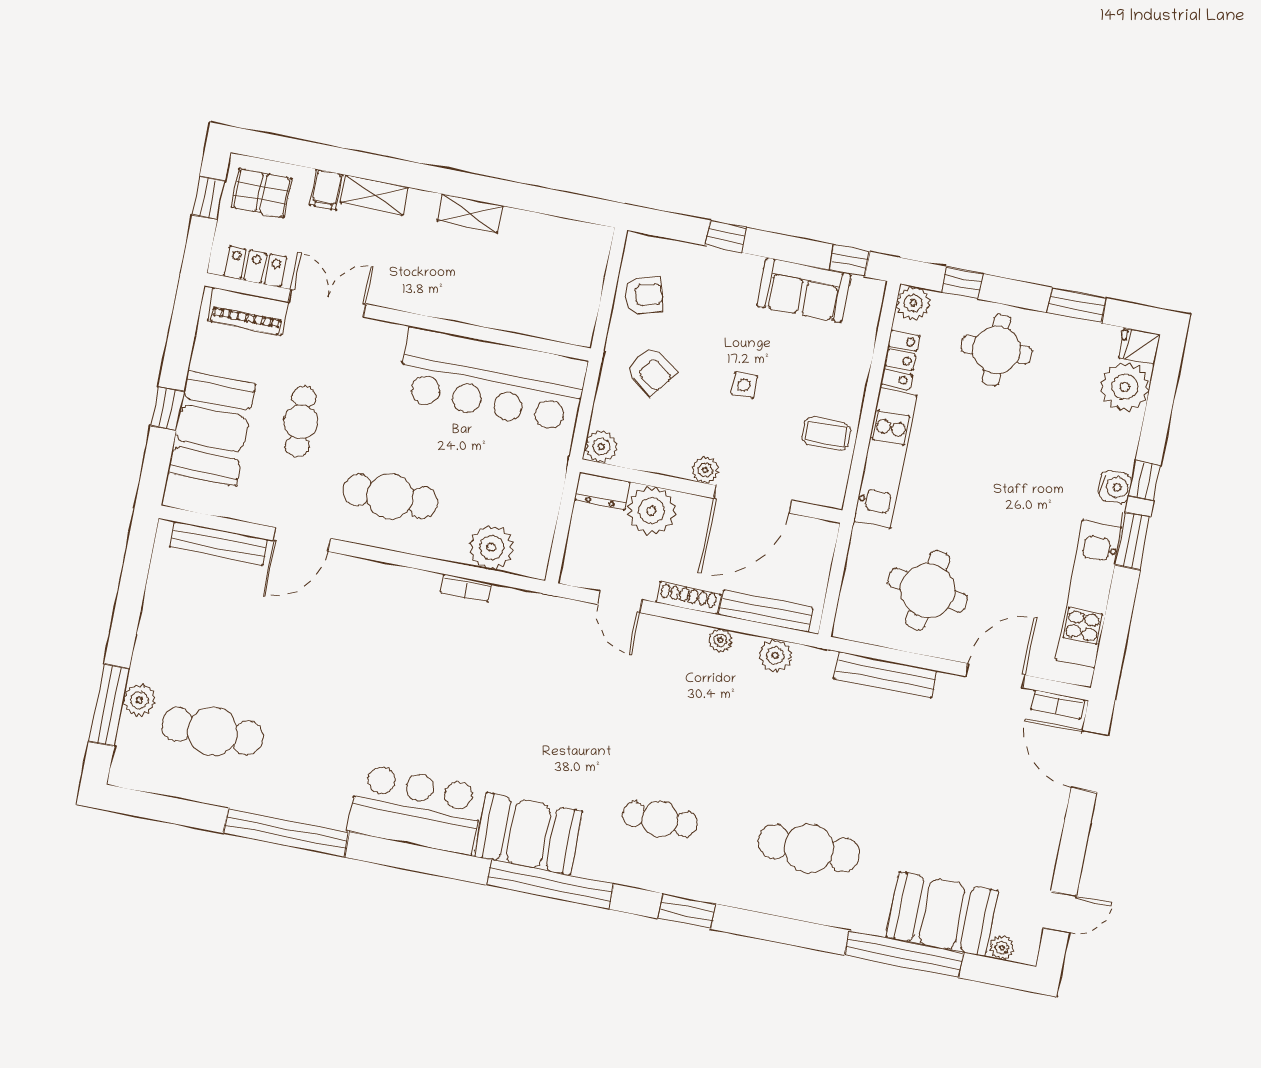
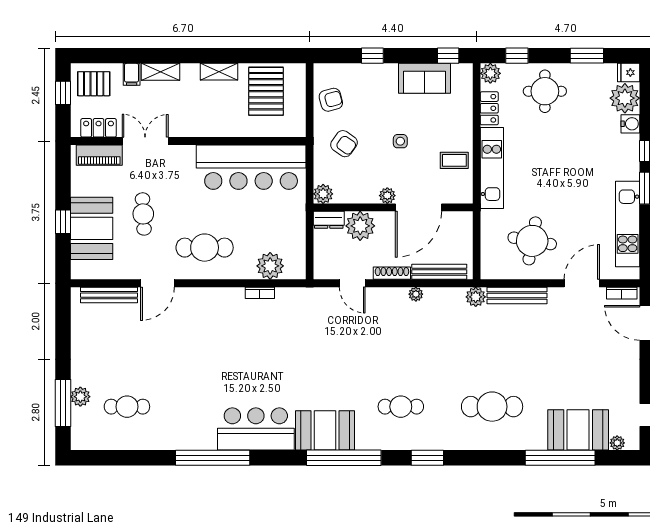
pallet: (541, 260) -> (266, 91), added
water cooler: (1115, 487) -> (630, 124), moved
plant: (775, 656) -> (476, 297), moved
cafe table: (212, 731) -> (127, 407), width x0.73, depth x0.74
window: (286, 833) -> (213, 458), moved

